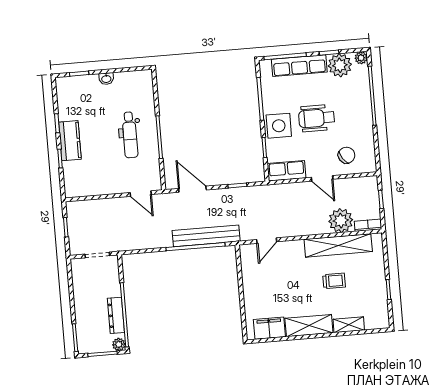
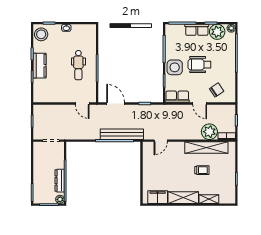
row of seats: (299, 66) -> (197, 30), width x0.68
stool: (68, 92) -> (41, 34), added

